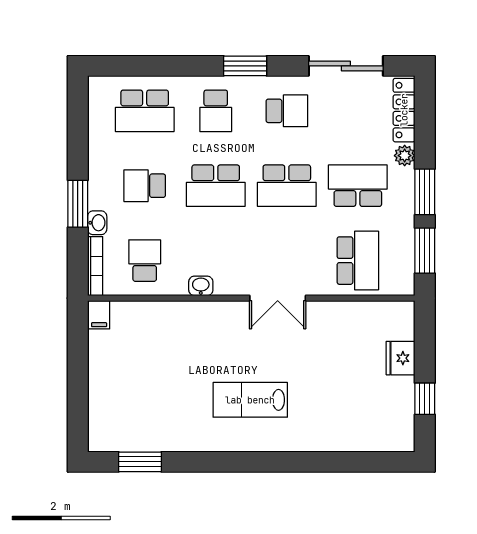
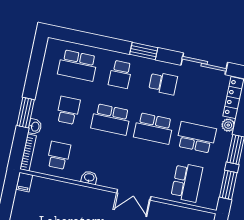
school desk: (145, 186) -> (68, 110), turned 90

